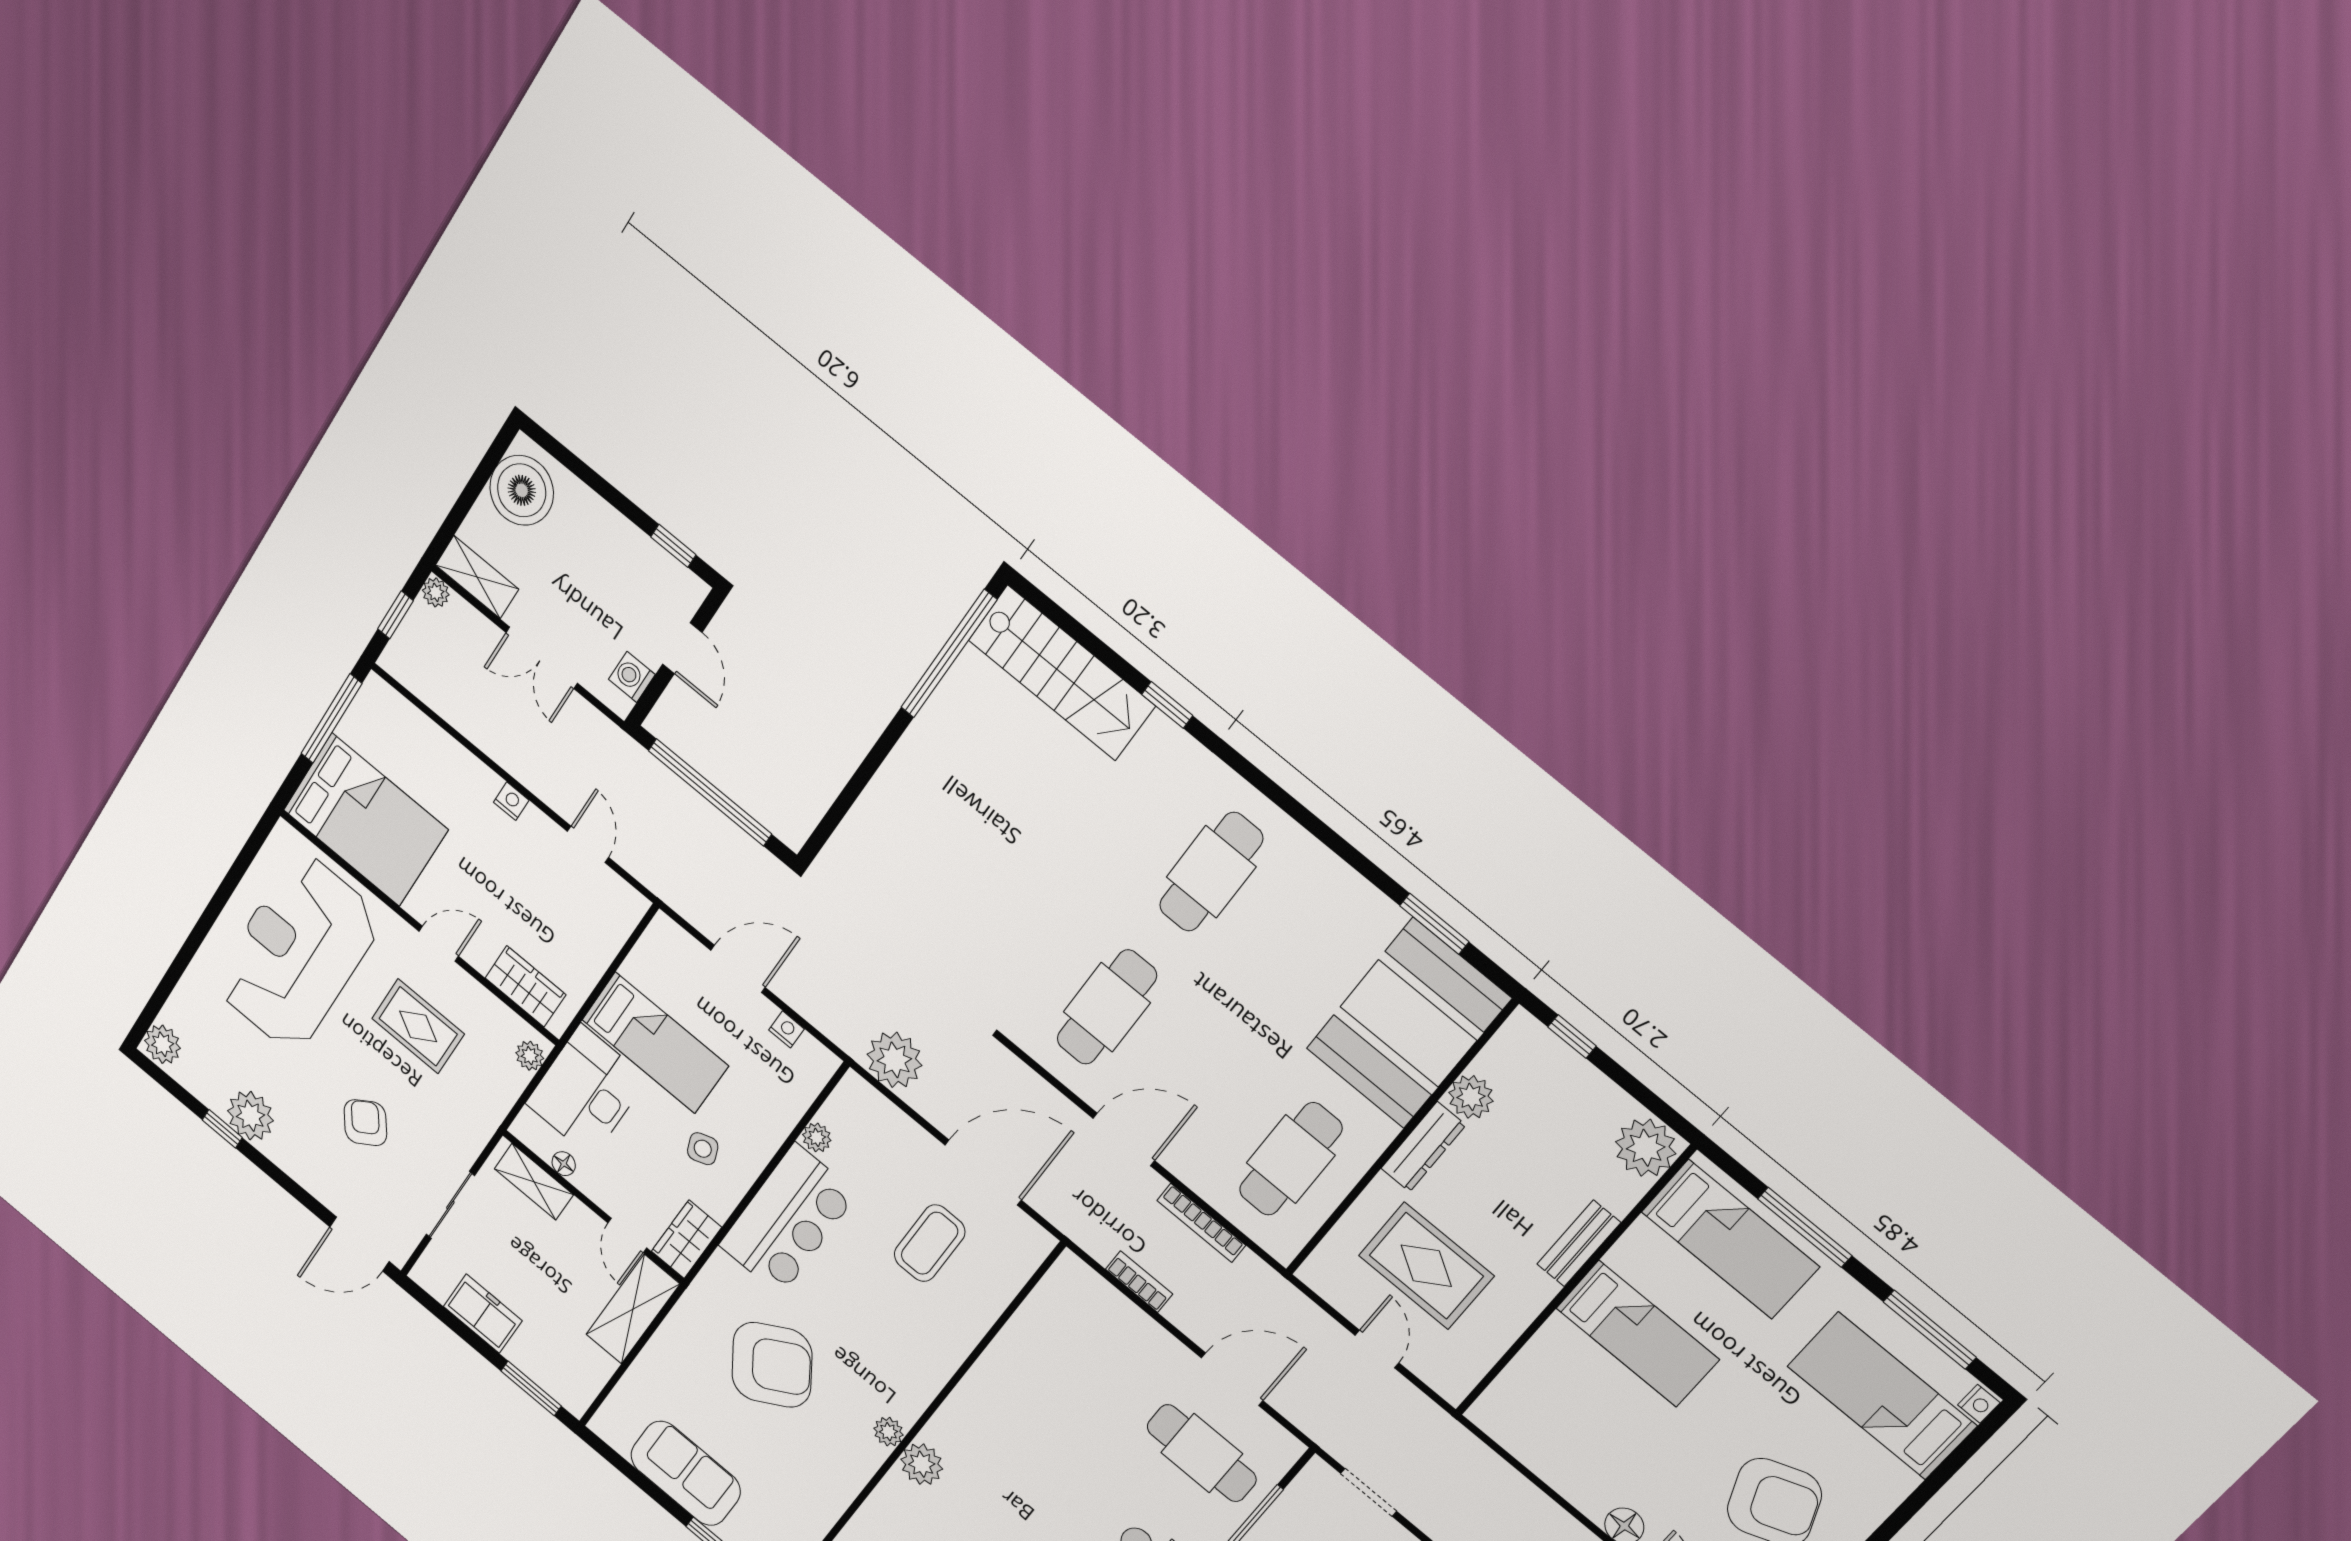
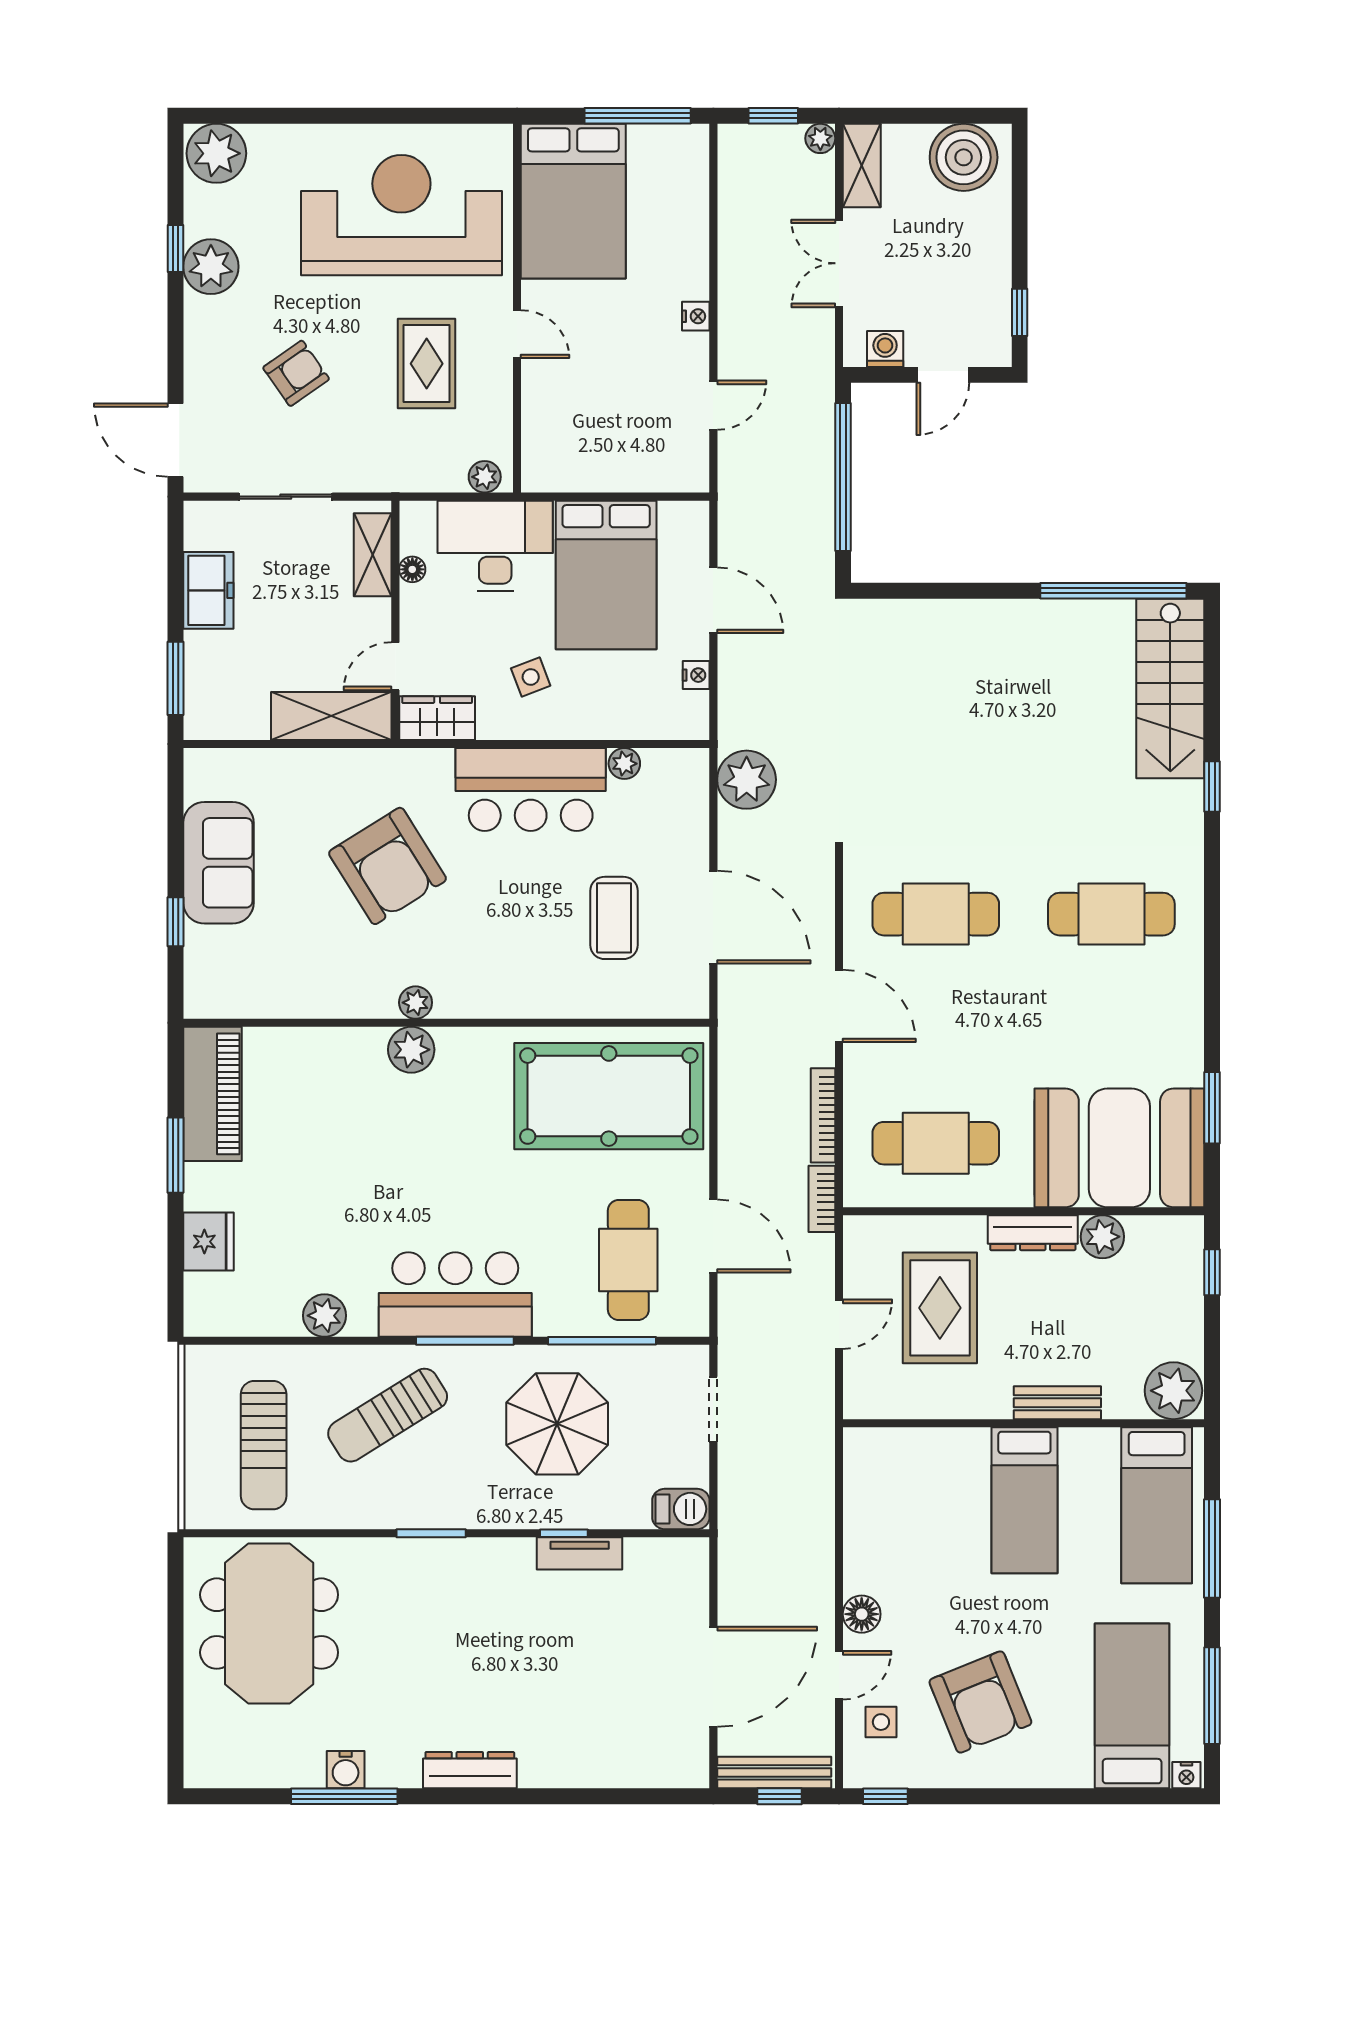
wardrobe: (525, 986) -> (544, 433), removed
bed: (655, 1043) -> (606, 575), width x1.50
plant: (163, 1044) -> (216, 153), width x1.36, depth x1.36
coffee table: (930, 1243) -> (614, 918), turned 90
bookcase: (1139, 1282) -> (822, 1199), moved, turned 180
pool table: (1064, 1361) -> (609, 1096), added

